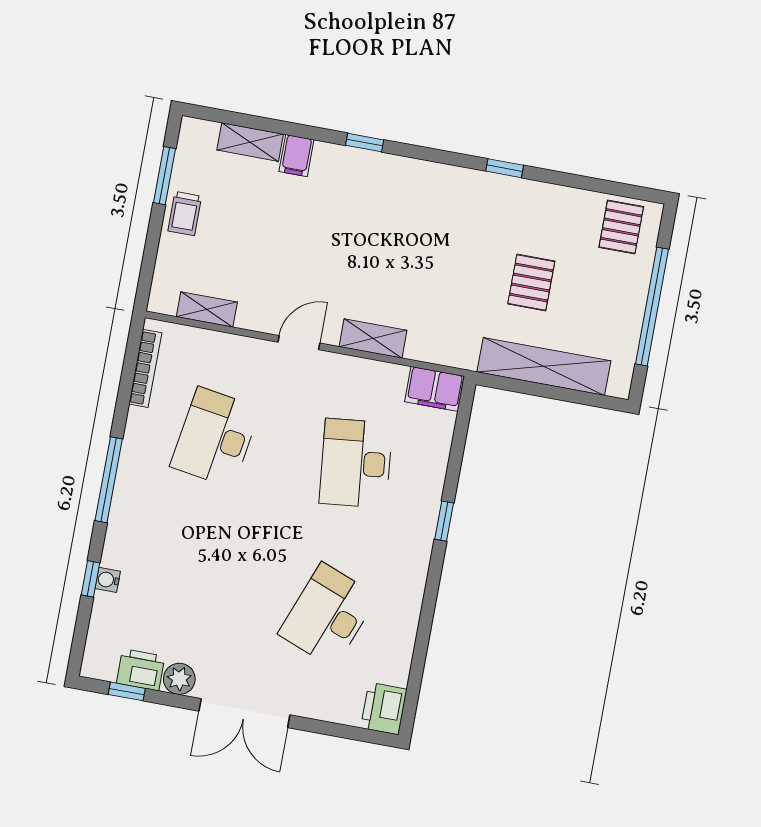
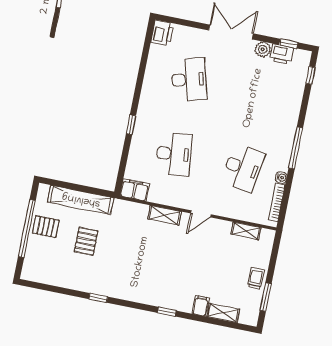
pallet: (621, 227) -> (46, 227), moved, turned 90
window: (90, 579) -> (310, 75), moved
water cooler: (108, 580) -> (281, 177), moved
desk: (328, 615) -> (189, 79), turned -36

